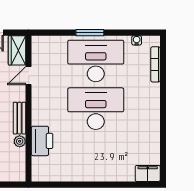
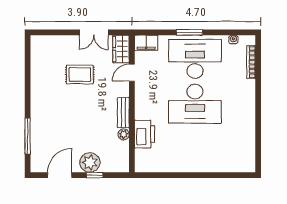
desk: (96, 109) -> (195, 104), turned 180
filing cabinet: (148, 173) -> (146, 43), moved, turned 180

